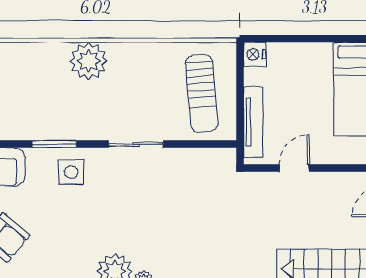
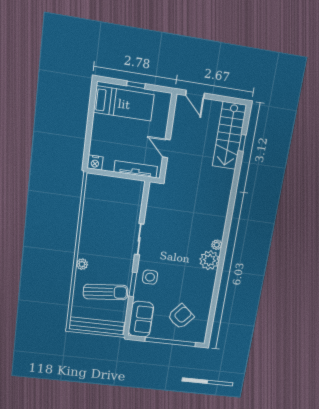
plant: (89, 61) -> (82, 264), width x0.53, depth x0.53
sun lounger: (202, 94) -> (106, 292), moved

